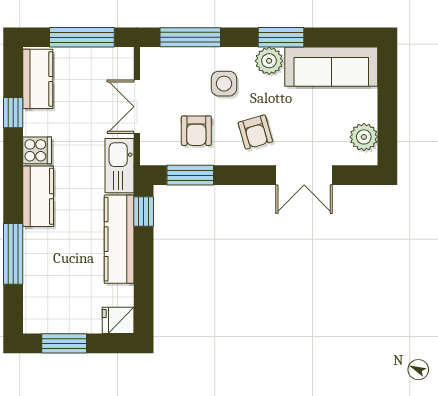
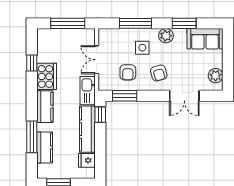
window: (190, 37) -> (135, 23), moved
window: (281, 37) -> (184, 23), moved
sofa: (331, 67) -> (205, 39), width x0.73
kitchen counter: (38, 79) -> (45, 147), moved
cooker: (37, 150) -> (47, 76), width x1.87, depth x1.31
fridge: (118, 320) -> (87, 160), moved

